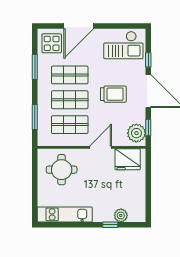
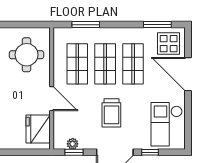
window: (35, 67) -> (157, 25), moved
plant: (136, 133) -> (73, 144), width x0.53, depth x0.53

